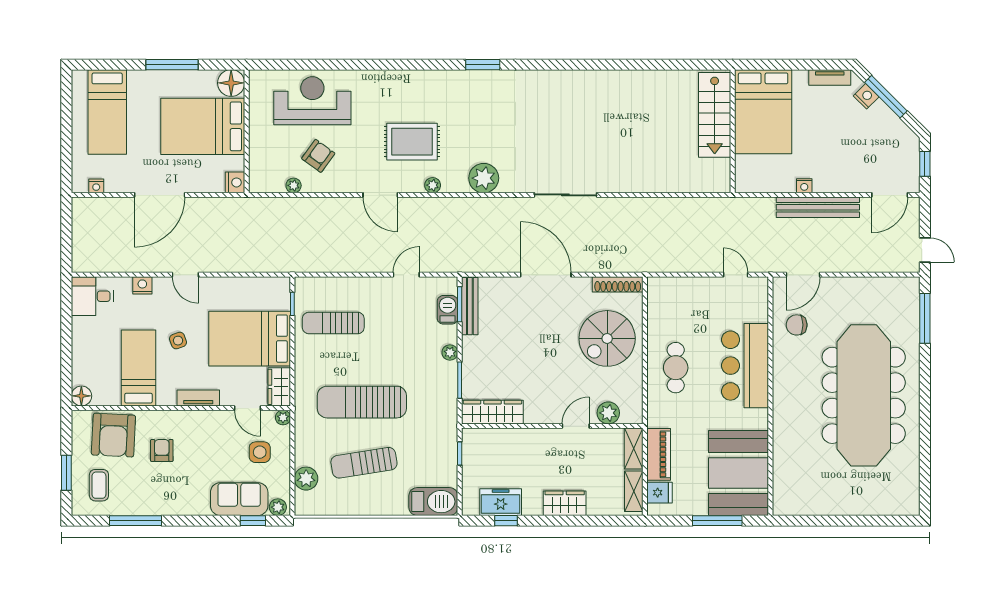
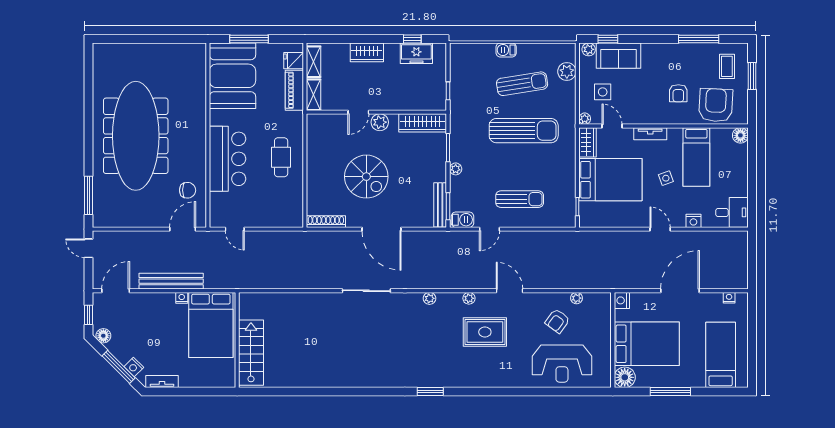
bed: (763, 112) -> (211, 325), moved, turned 180
floor lamp: (906, 137) -> (103, 336), added
plant: (484, 178) -> (429, 298), width x0.53, depth x0.53
barbecue: (448, 310) -> (463, 220), moved, turned -90
sun lounger: (333, 323) -> (520, 199), moved
spiral stairs: (607, 338) -> (366, 177), moved, turned 90
plant: (608, 413) -> (380, 122), moved
barbecue: (433, 502) -> (506, 50), moved, width x0.53, depth x0.65

